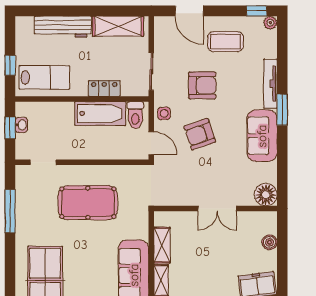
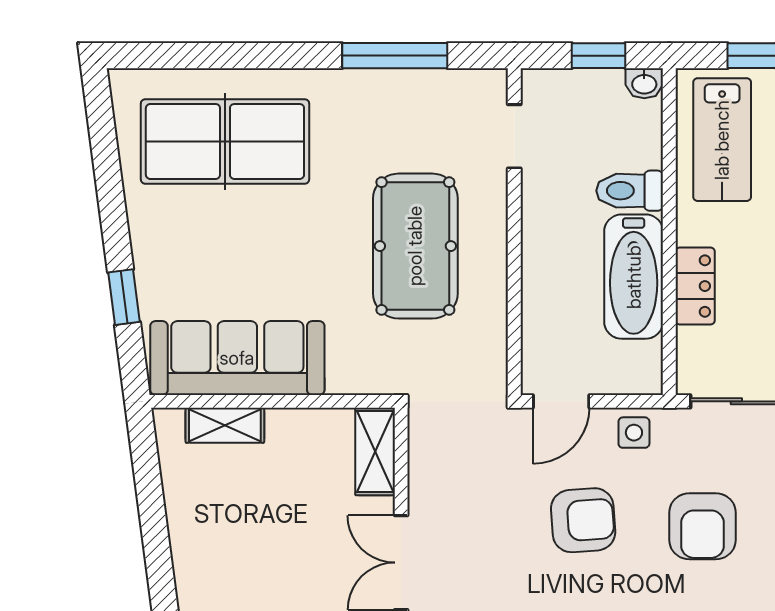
toilet: (135, 115) -> (630, 191), moved
washbasin: (21, 125) -> (644, 83), moved
armchair: (200, 134) -> (583, 520), turned 105
shelving: (162, 245) -> (375, 452), moved, turned 90

